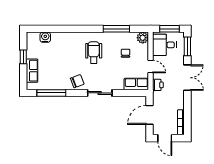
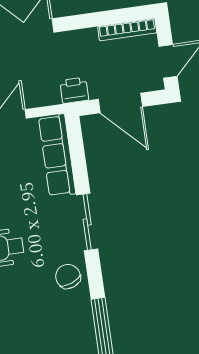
row of seats: (136, 84) -> (57, 155), width x1.48
printer: (158, 85) -> (74, 90), moved

